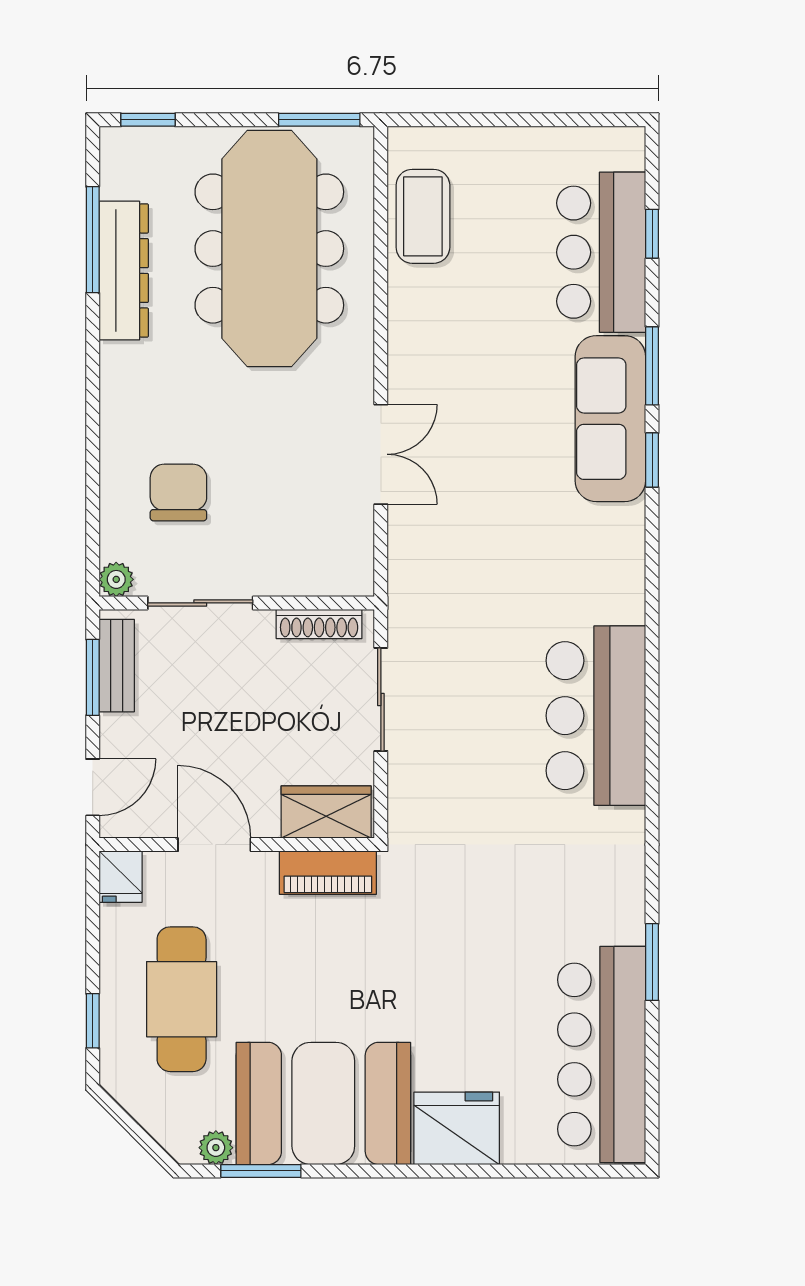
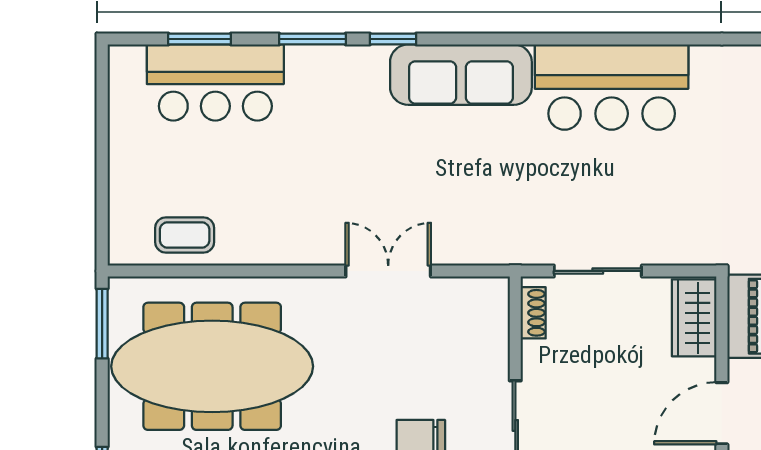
coffee table: (423, 216) -> (185, 235), width x0.73, depth x0.77
window: (652, 234) -> (200, 39), width x1.50
sofa: (610, 419) -> (461, 75), moved
shoe rack: (319, 624) -> (533, 313), width x0.70

